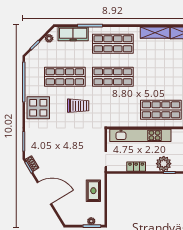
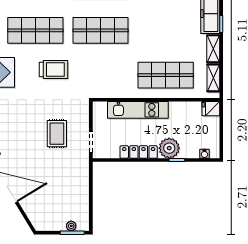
kitchen unit: (140, 135) -> (138, 110), width x0.73
locker: (136, 167) -> (139, 152), width x1.53
rug: (93, 191) -> (57, 134), moved

